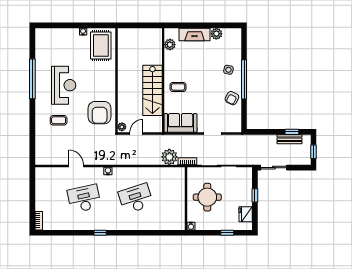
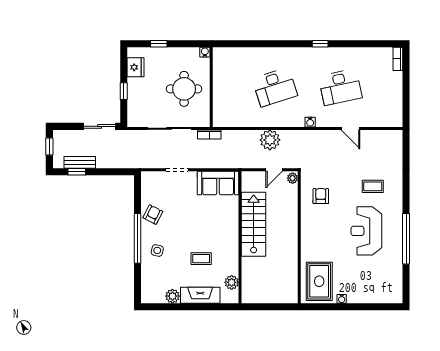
coffee table: (178, 87) -> (201, 259), moved
armchair: (100, 113) -> (321, 196), width x0.53, depth x0.53
plant: (169, 157) -> (270, 140), moved

